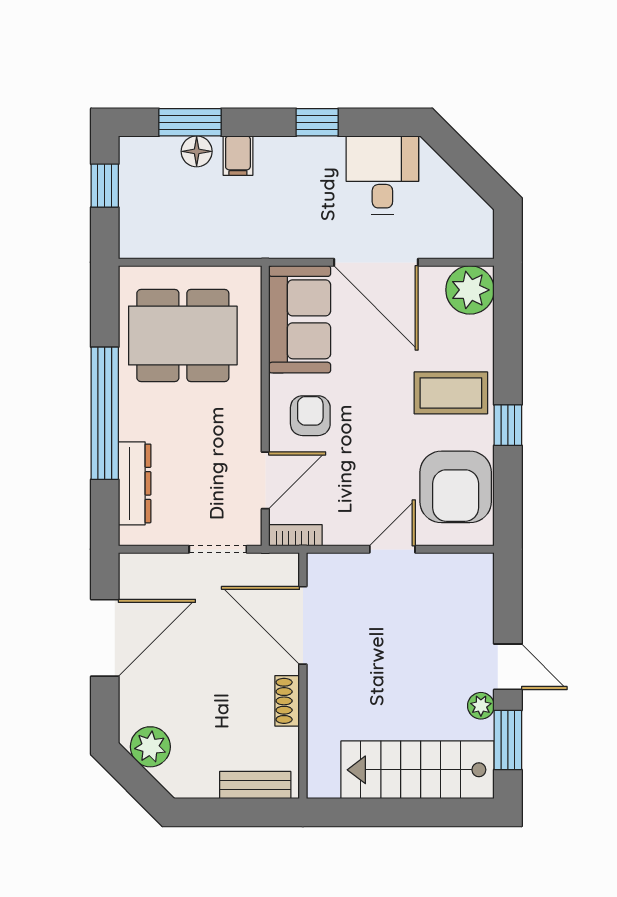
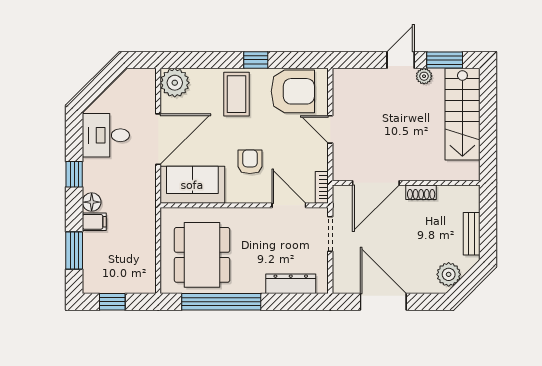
floor lamp: (197, 151) -> (92, 202), moved
window: (105, 413) -> (221, 302), moved
armchair: (310, 416) -> (250, 162), moved, turned 90
bench: (255, 785) -> (472, 234), moved

